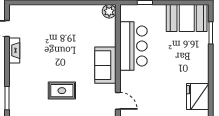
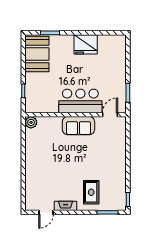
bar counter: (133, 46) -> (80, 101), moved
rug: (62, 91) -> (91, 192), moved
fridge: (198, 96) -> (86, 44), moved

